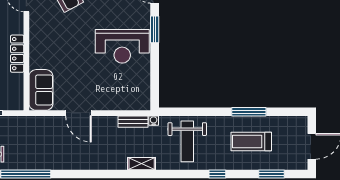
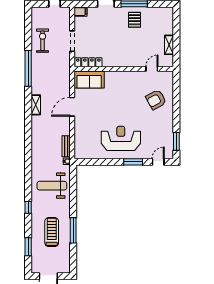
reception desk: (122, 46) -> (121, 138), turned 90
locker: (17, 54) -> (88, 62), moved
shelving: (142, 164) -> (36, 105), moved

